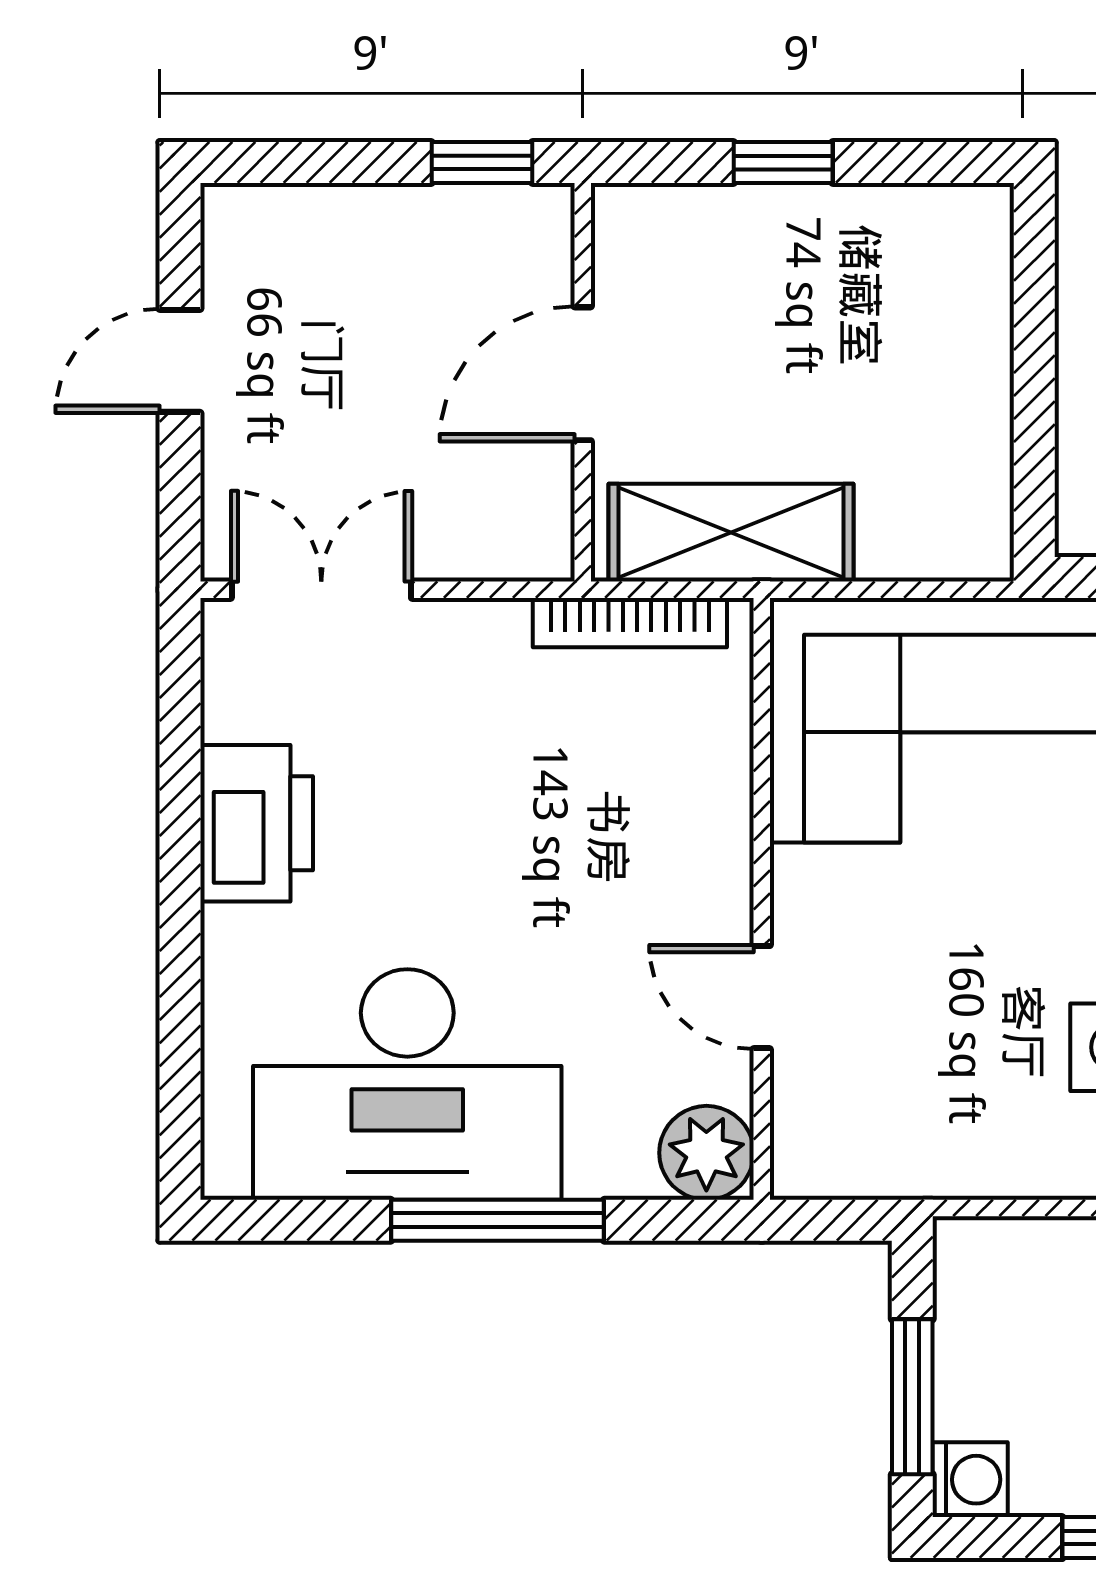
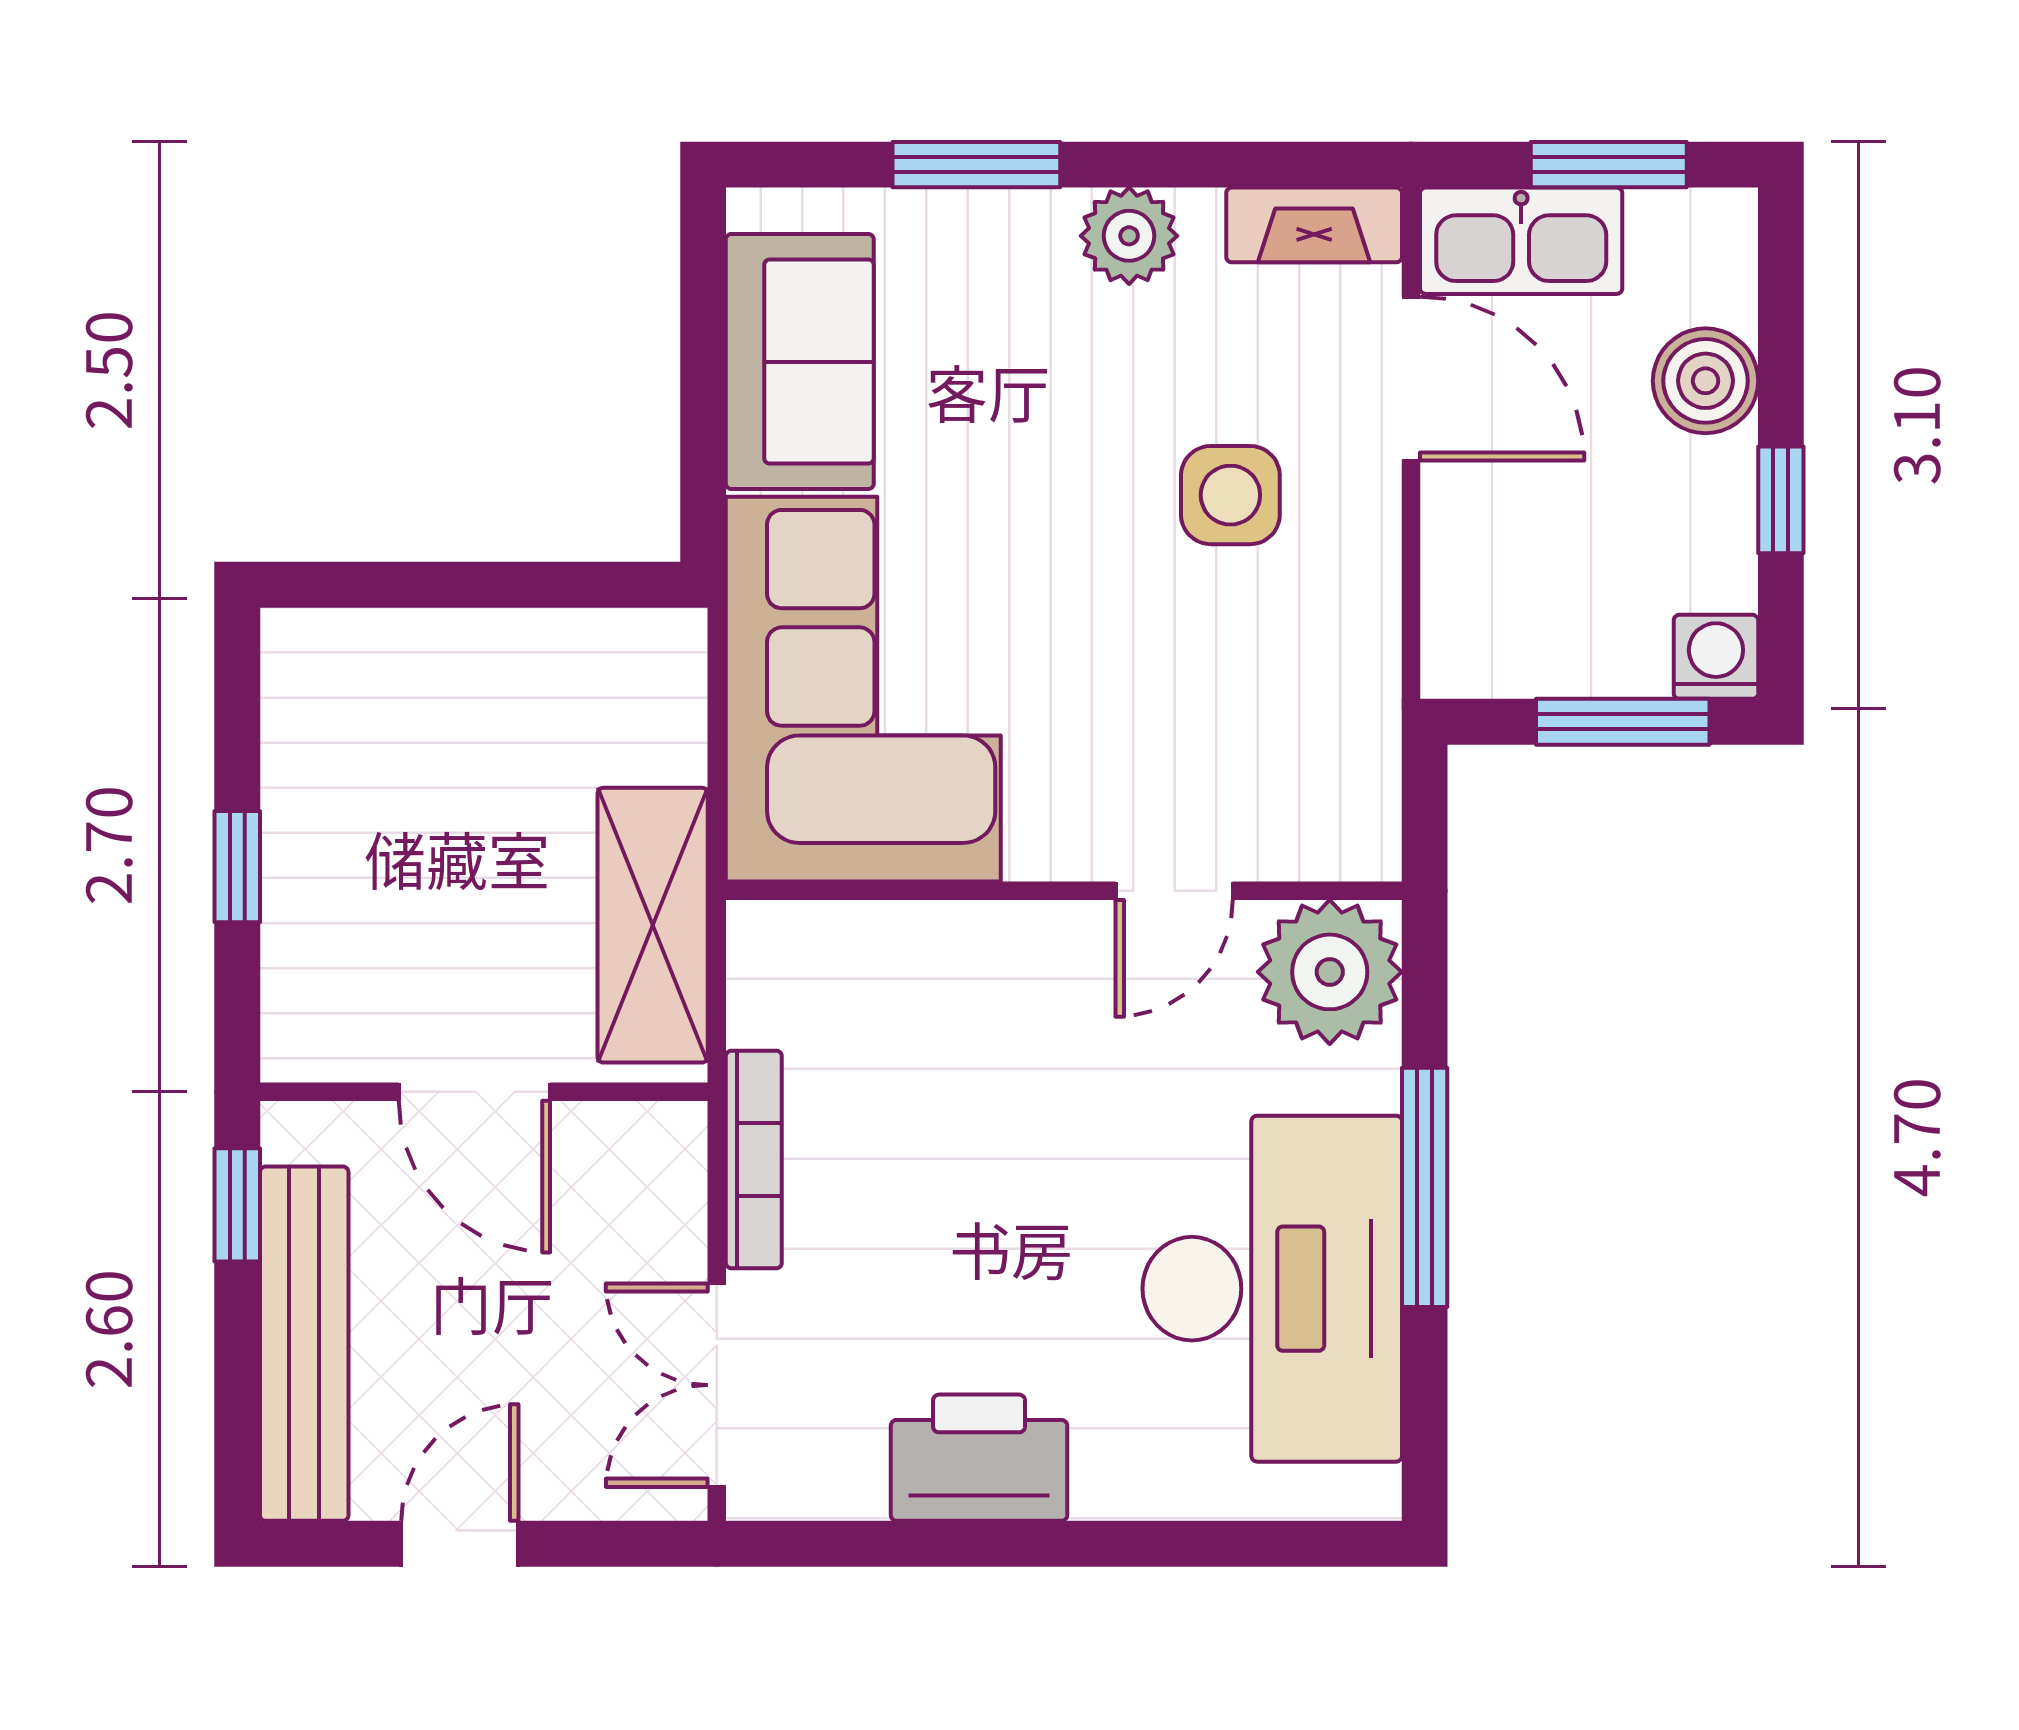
bench: (358, 222) -> (304, 1344), added
door: (180, 361) -> (460, 1544), swing flipped
bookcase: (630, 623) -> (754, 1160), moved
plant: (706, 1153) -> (1330, 972), width x1.36, depth x1.36

